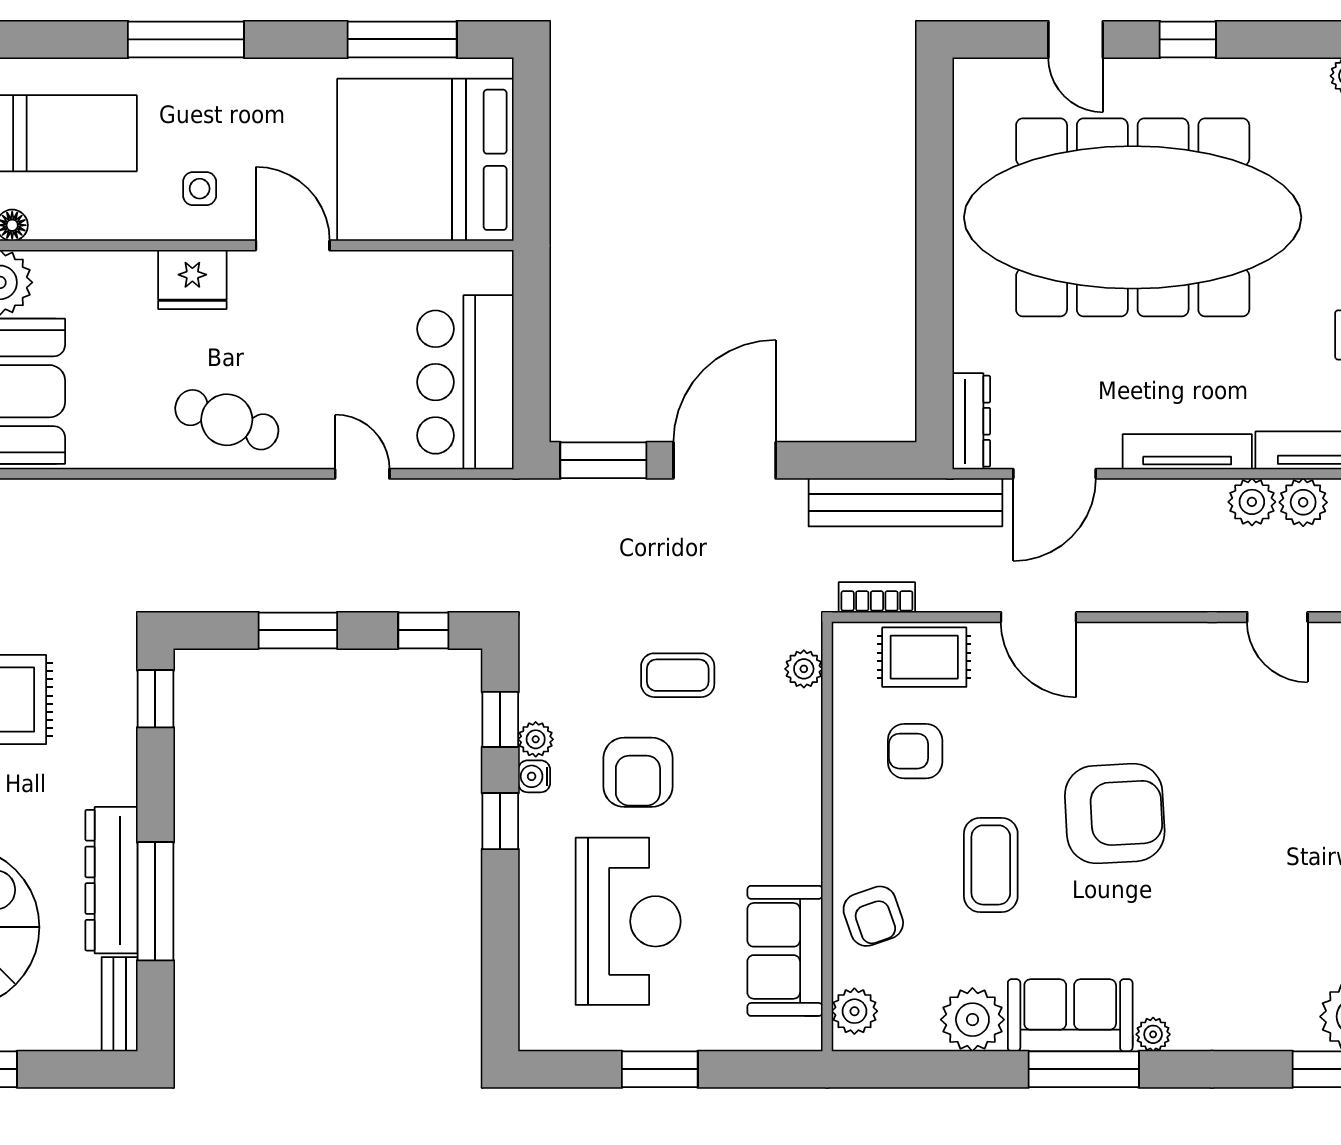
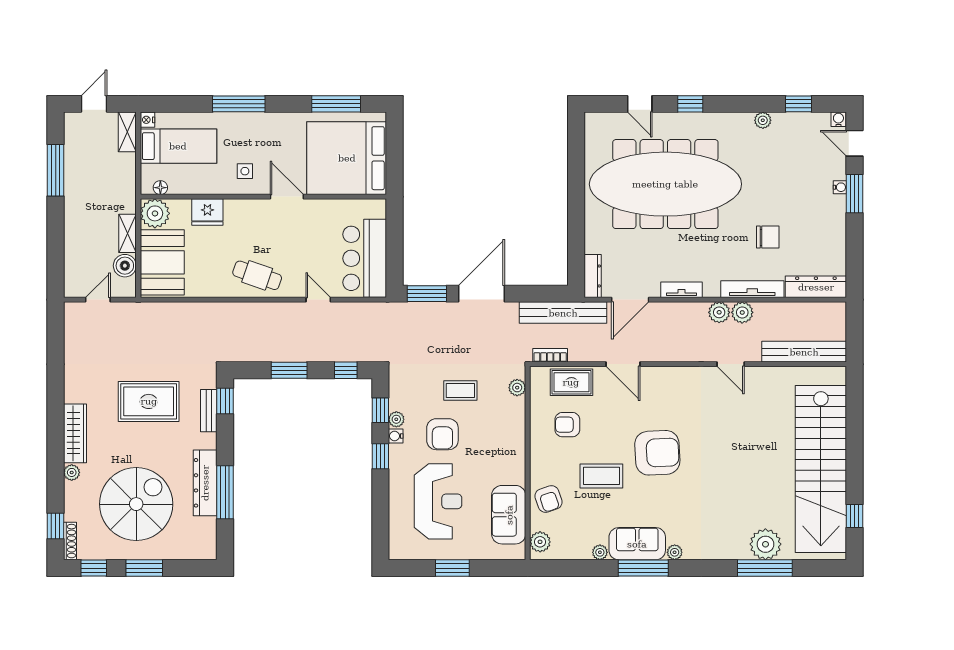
fridge: (192, 279) -> (207, 212), moved
tv unit: (1187, 452) -> (682, 290), width x0.71
coffee table: (991, 865) -> (601, 476), turned 90
bench: (120, 1004) -> (209, 411), moved
plant: (972, 1020) -> (600, 552), width x0.53, depth x0.53

